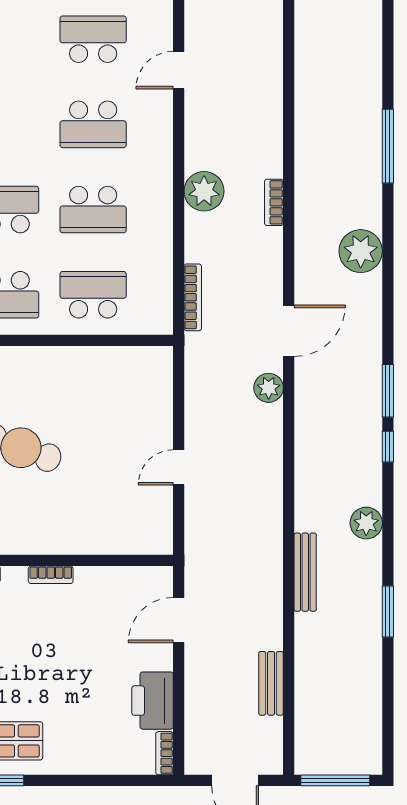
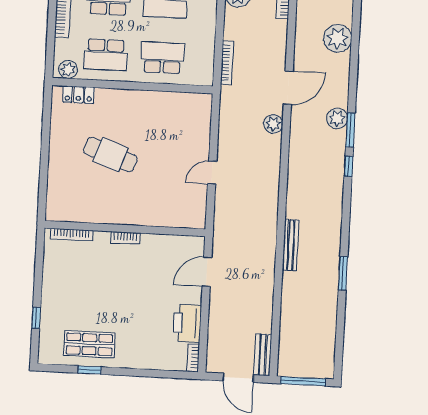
plant: (366, 523) -> (337, 119), moved
bench: (271, 683) -> (263, 355), moved

